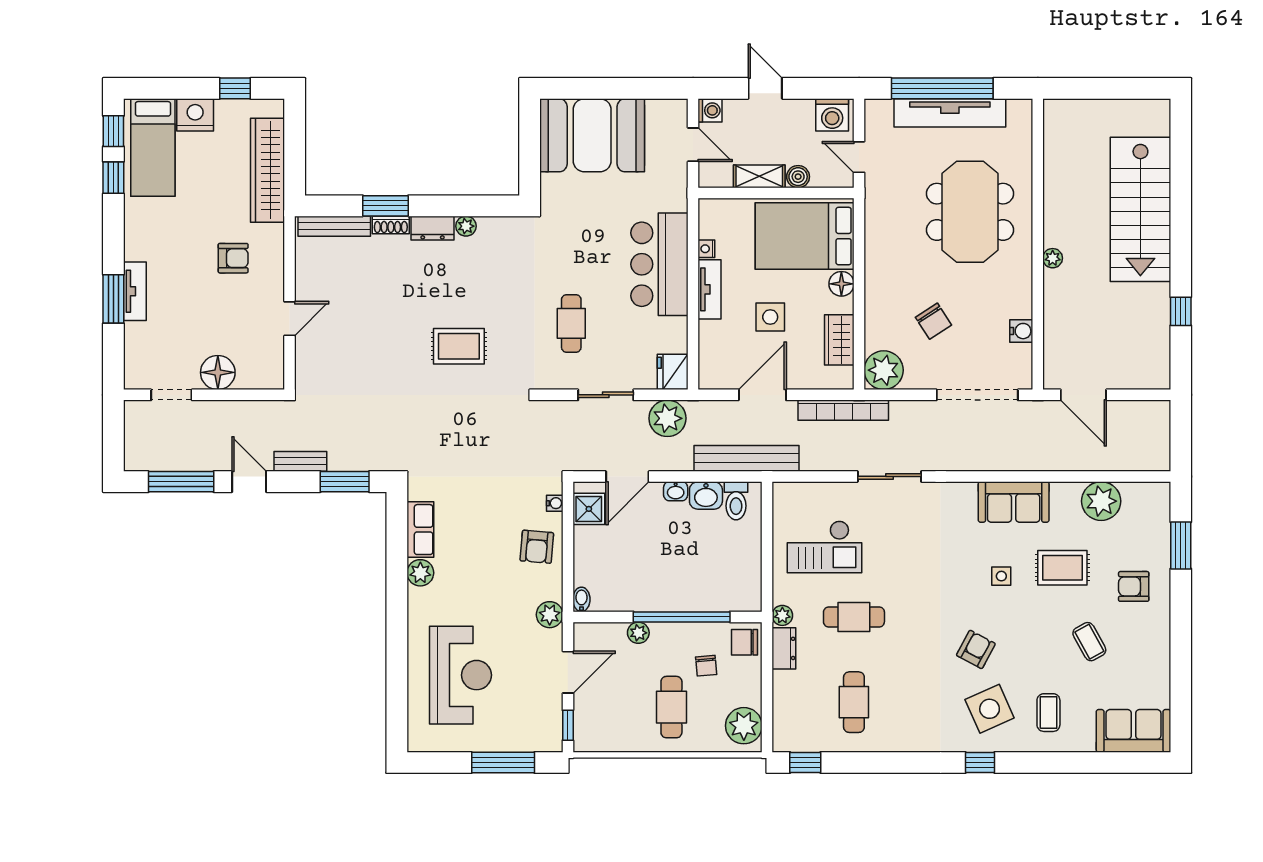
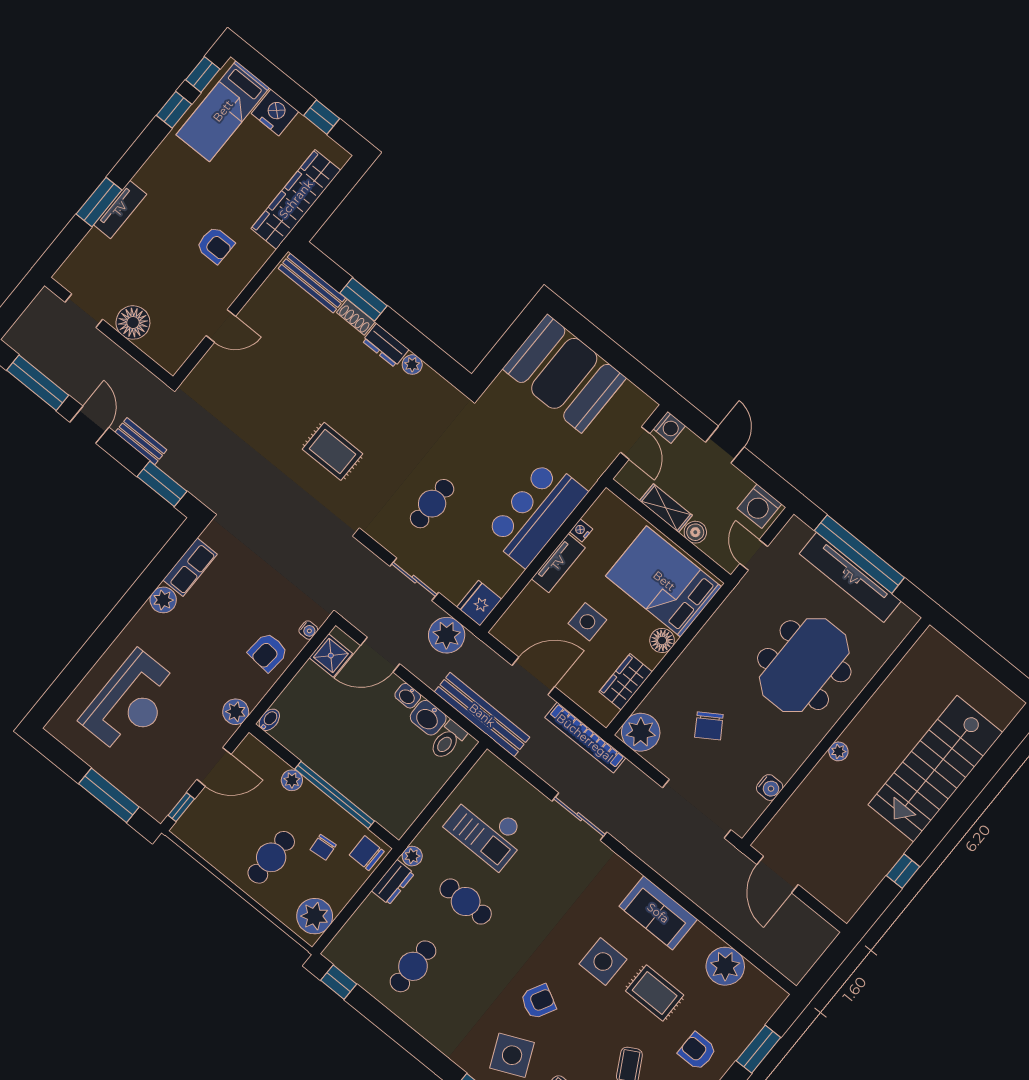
side table: (1001, 576) -> (603, 962), width x1.87, depth x1.87

